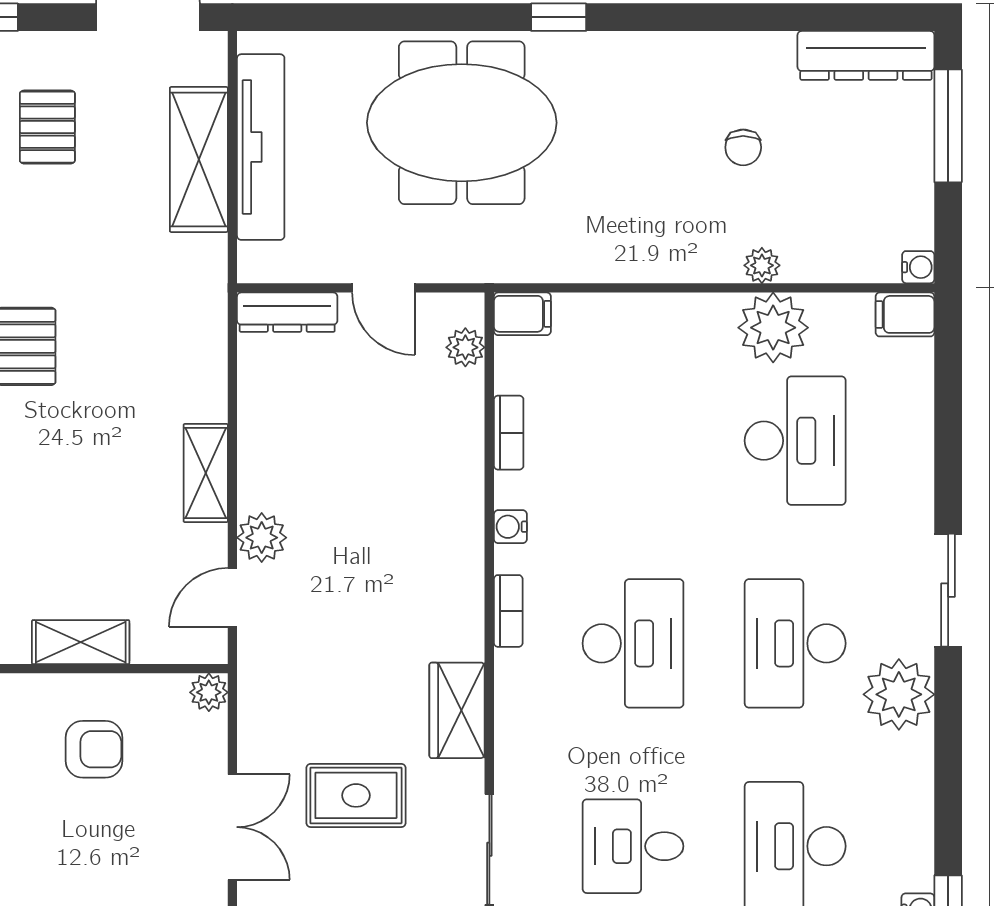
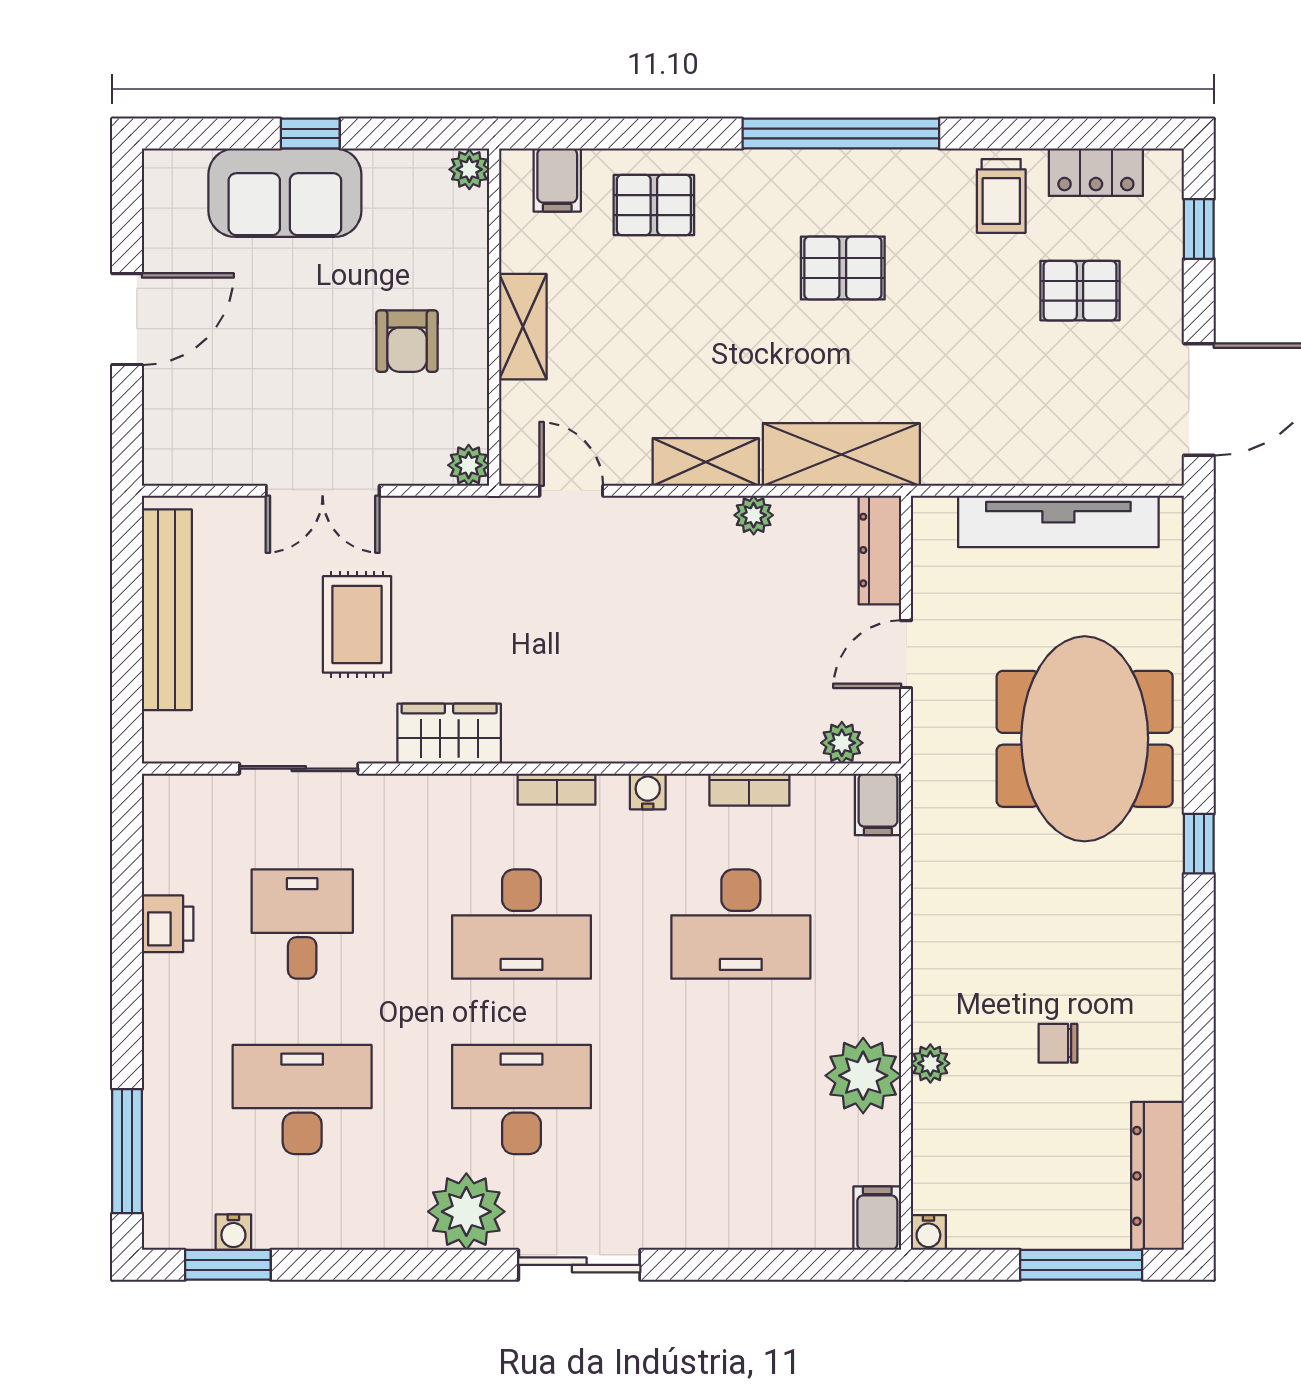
shelving: (199, 159) -> (841, 454), moved
desk: (795, 441) -> (741, 924), moved
plant: (262, 538) -> (754, 515), moved, width x0.73, depth x0.73

